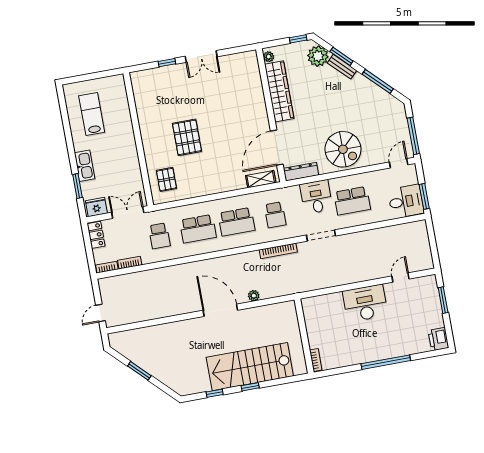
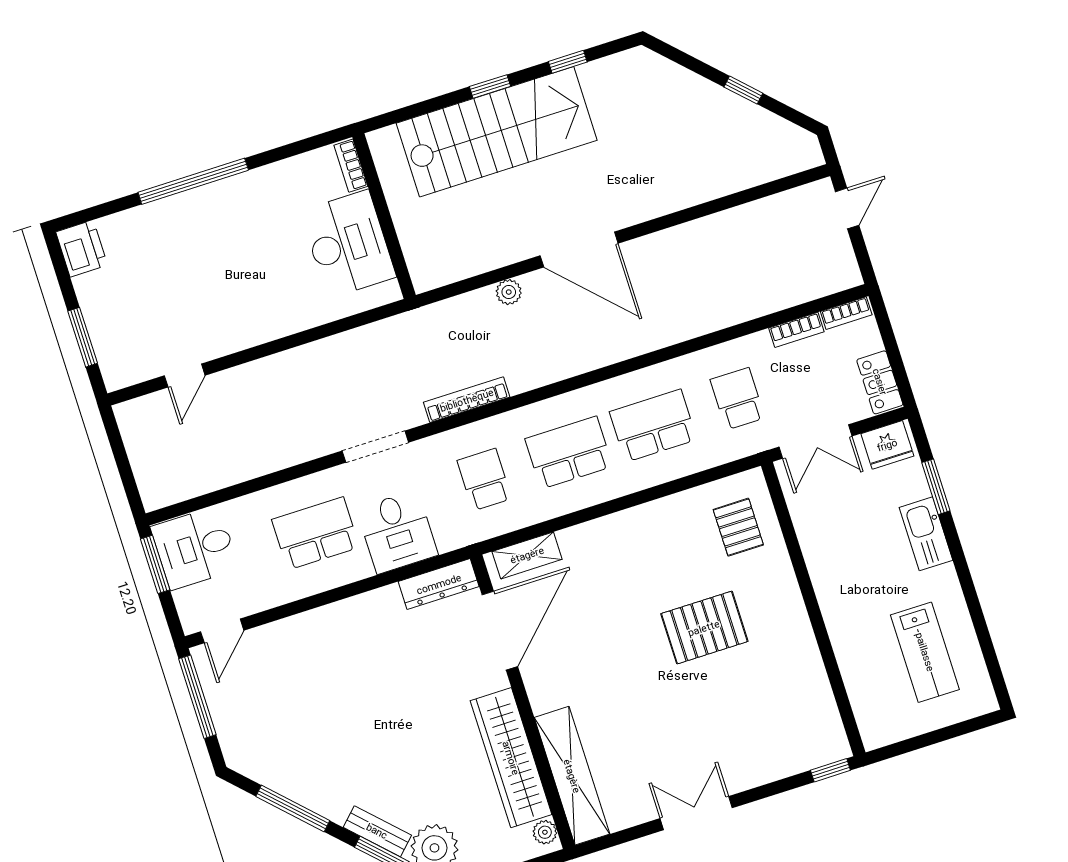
window: (167, 63) -> (830, 770), moved
shelving: (253, 80) -> (572, 776), added
pallet: (187, 137) -> (704, 628), turned 90
spiral stairs: (343, 149) -> (351, 646), removed
desk: (365, 303) -> (348, 244), moved, turned -90
window: (139, 371) -> (743, 90), width x0.67

